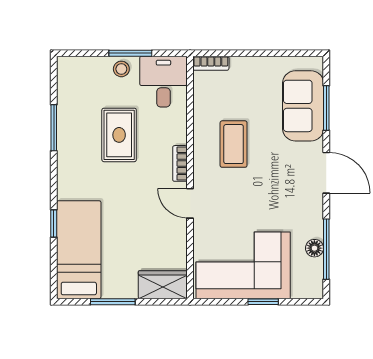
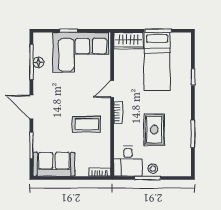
sofa: (303, 106) -> (54, 164), moved, turned -90
coffee table: (234, 144) -> (86, 124), turned 90
door: (190, 203) -> (112, 89), swing flipped
bed: (79, 250) -> (157, 62), moved

